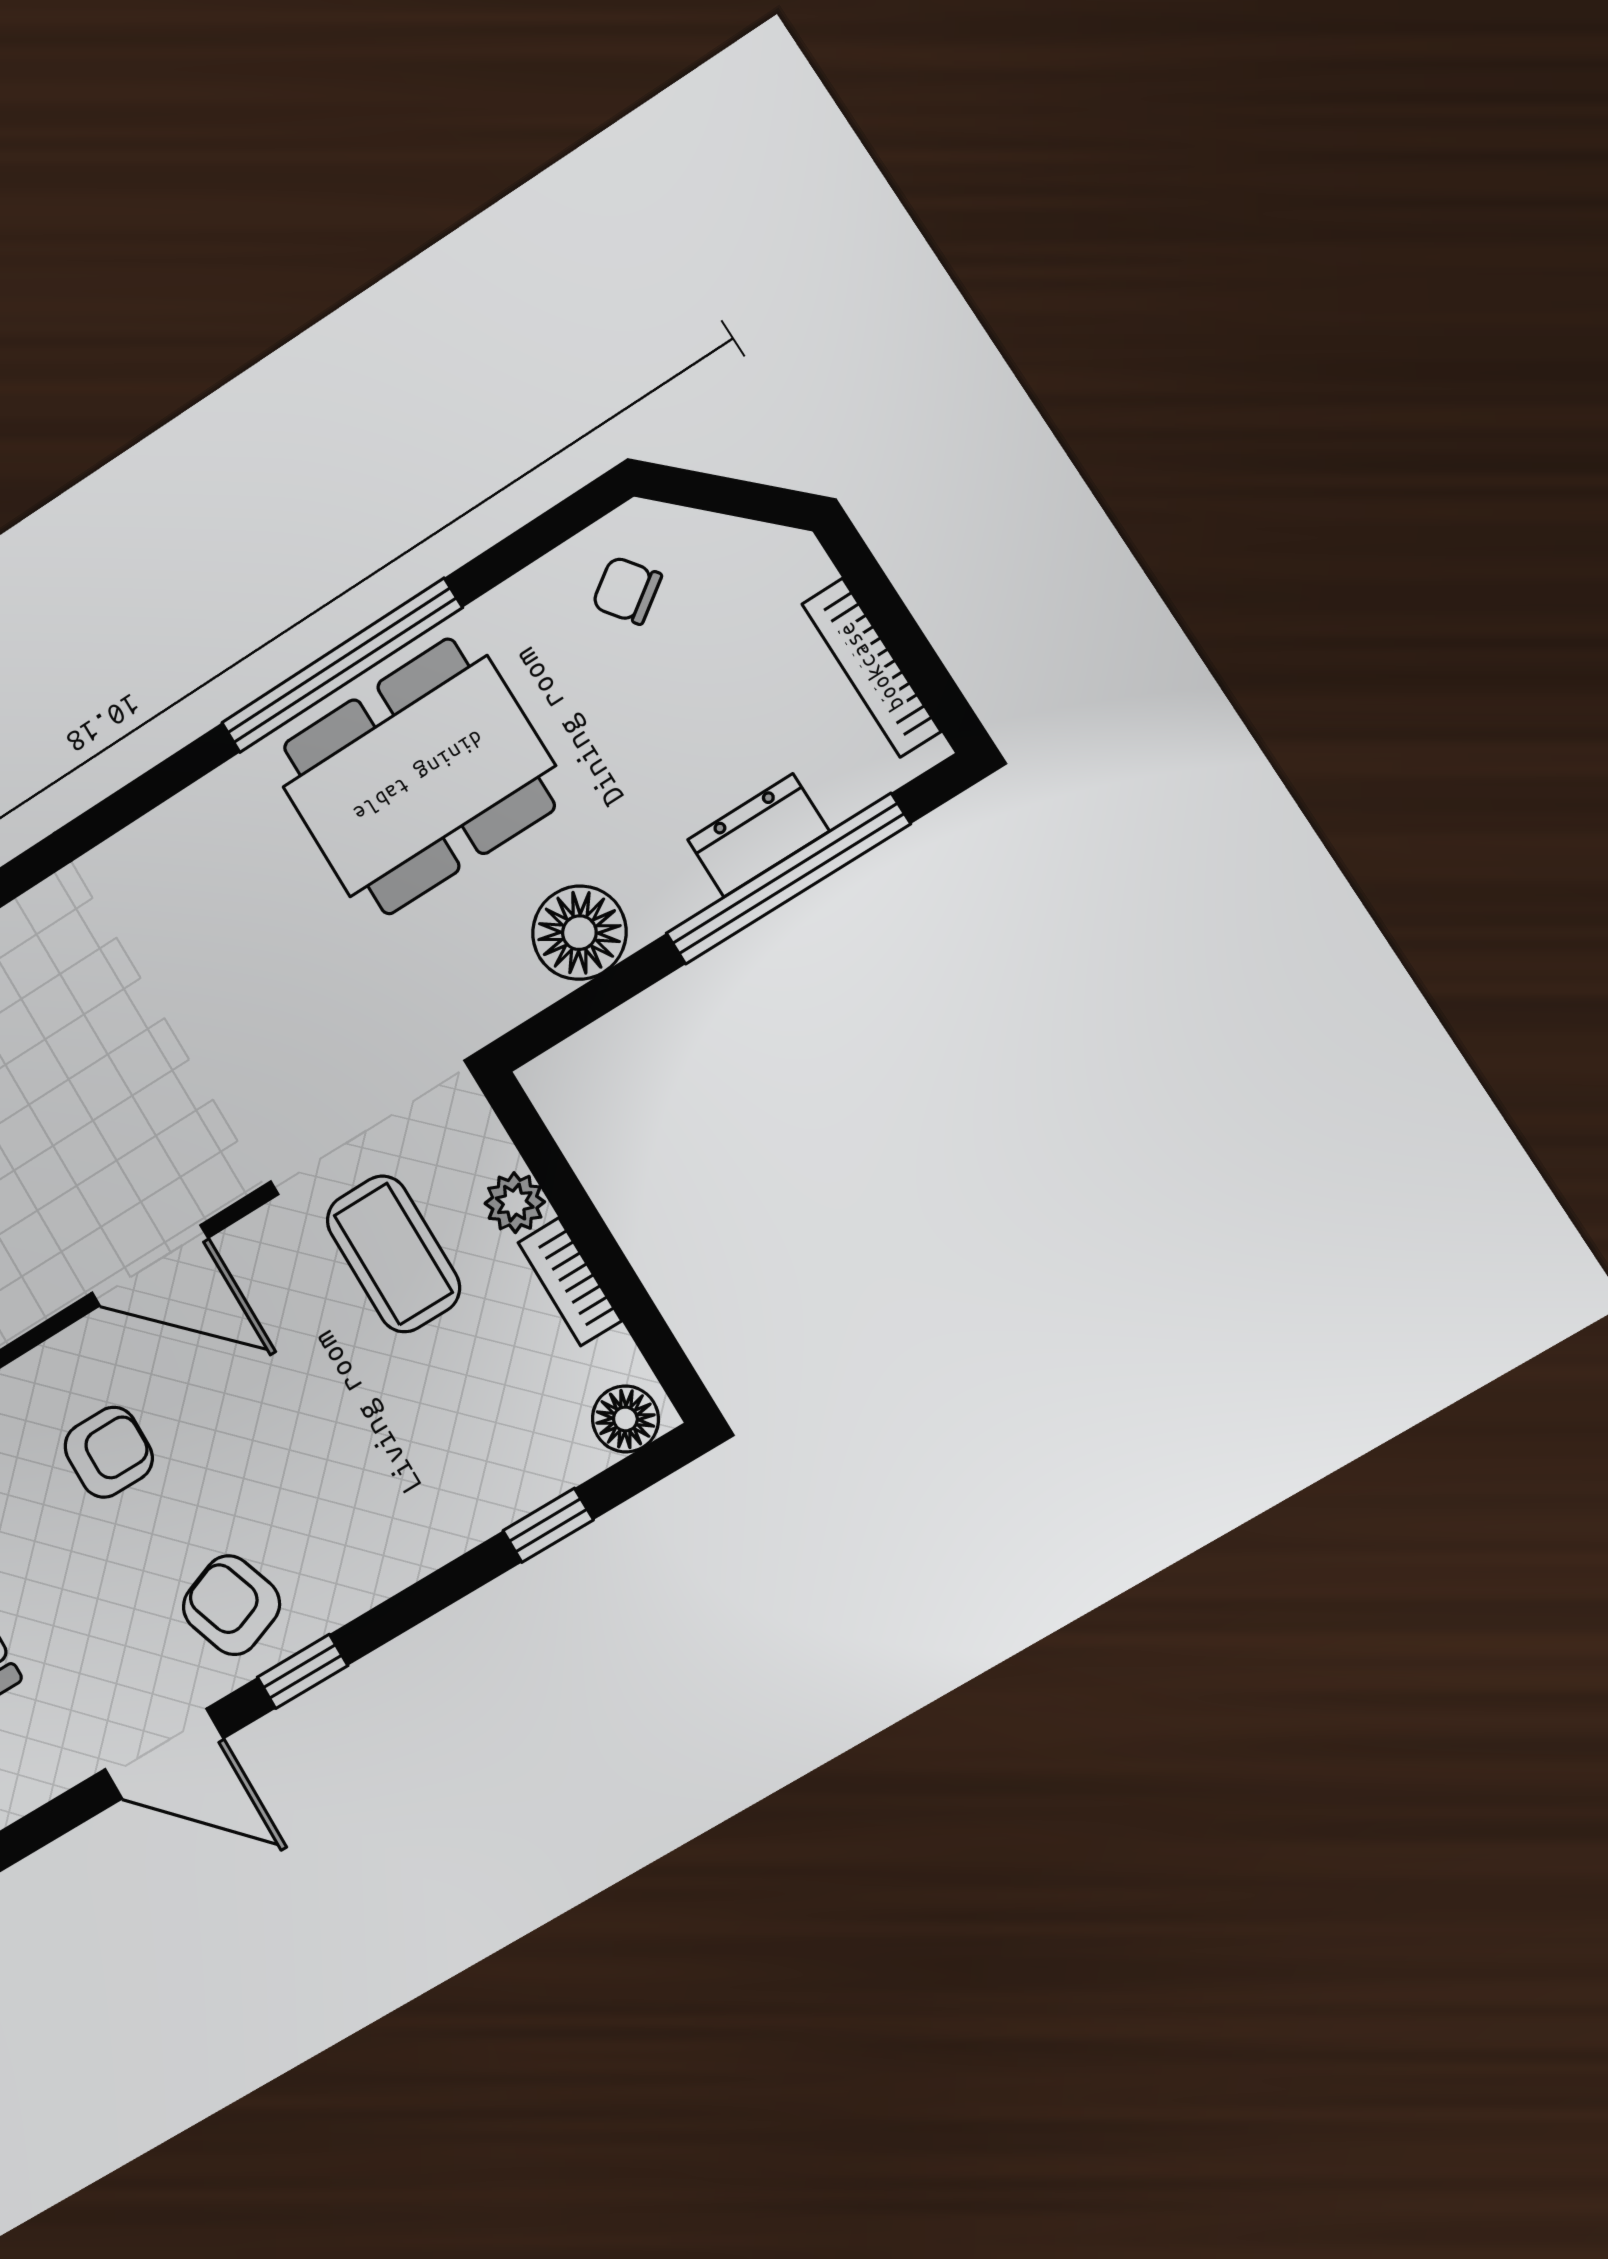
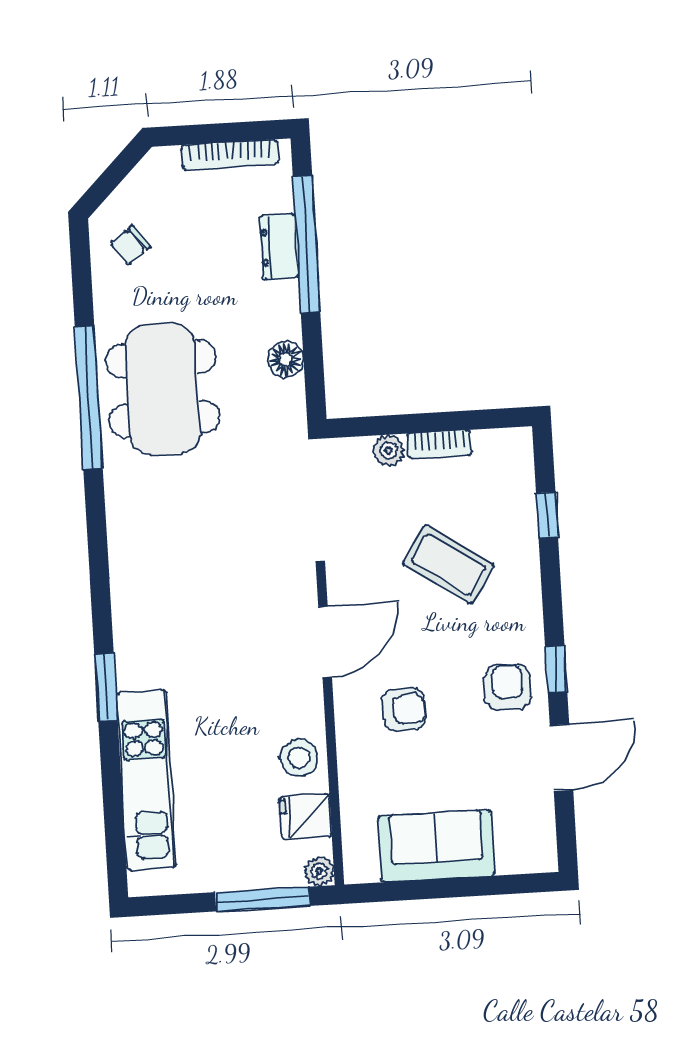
floor lamp: (579, 933) -> (286, 359), width x0.73, depth x0.73
coffee table: (393, 1254) -> (449, 564), moved, turned 34
floor lamp: (625, 1419) -> (516, 452), removed
armchair: (109, 1452) -> (404, 710), turned 90
armchair: (231, 1605) -> (508, 687), turned 110

